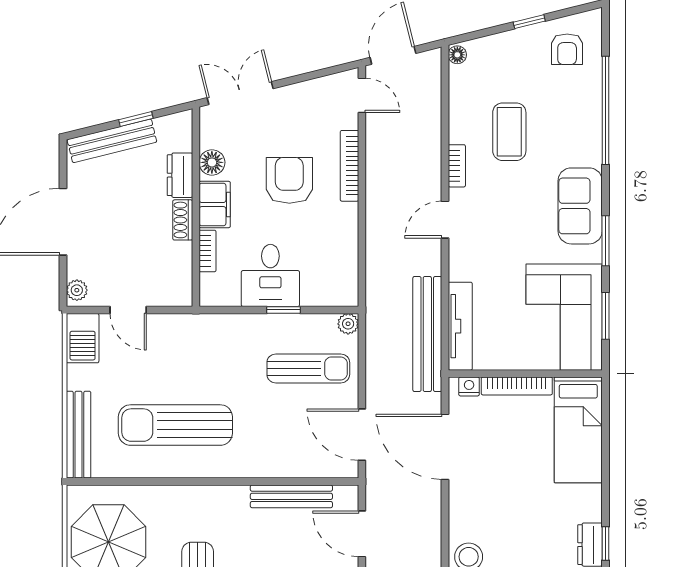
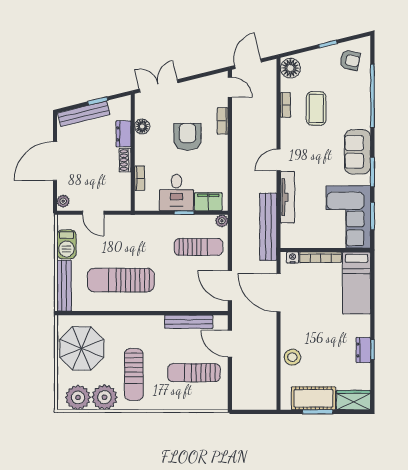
armchair: (567, 49) -> (350, 60), turned -79
floor lamp: (457, 55) -> (290, 68), width x1.89, depth x1.89
bookcase: (349, 166) -> (223, 121), width x0.64
bookcase: (457, 166) -> (285, 105), moved
filing cabinet: (215, 205) -> (208, 202), moved, turned -90
tv unit: (460, 326) -> (287, 197), moved
barbecue: (83, 338) -> (66, 244), moved

